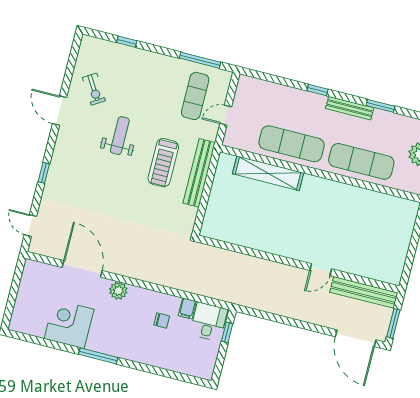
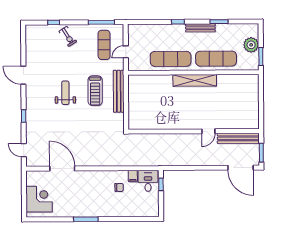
exercise bike: (94, 89) -> (68, 36), moved
weight bench: (120, 136) -> (65, 93), moved
shelving: (268, 173) -> (195, 80), moved
plant: (118, 291) -> (88, 176), removed
corner desk: (69, 324) -> (39, 199), moved, turned 90

